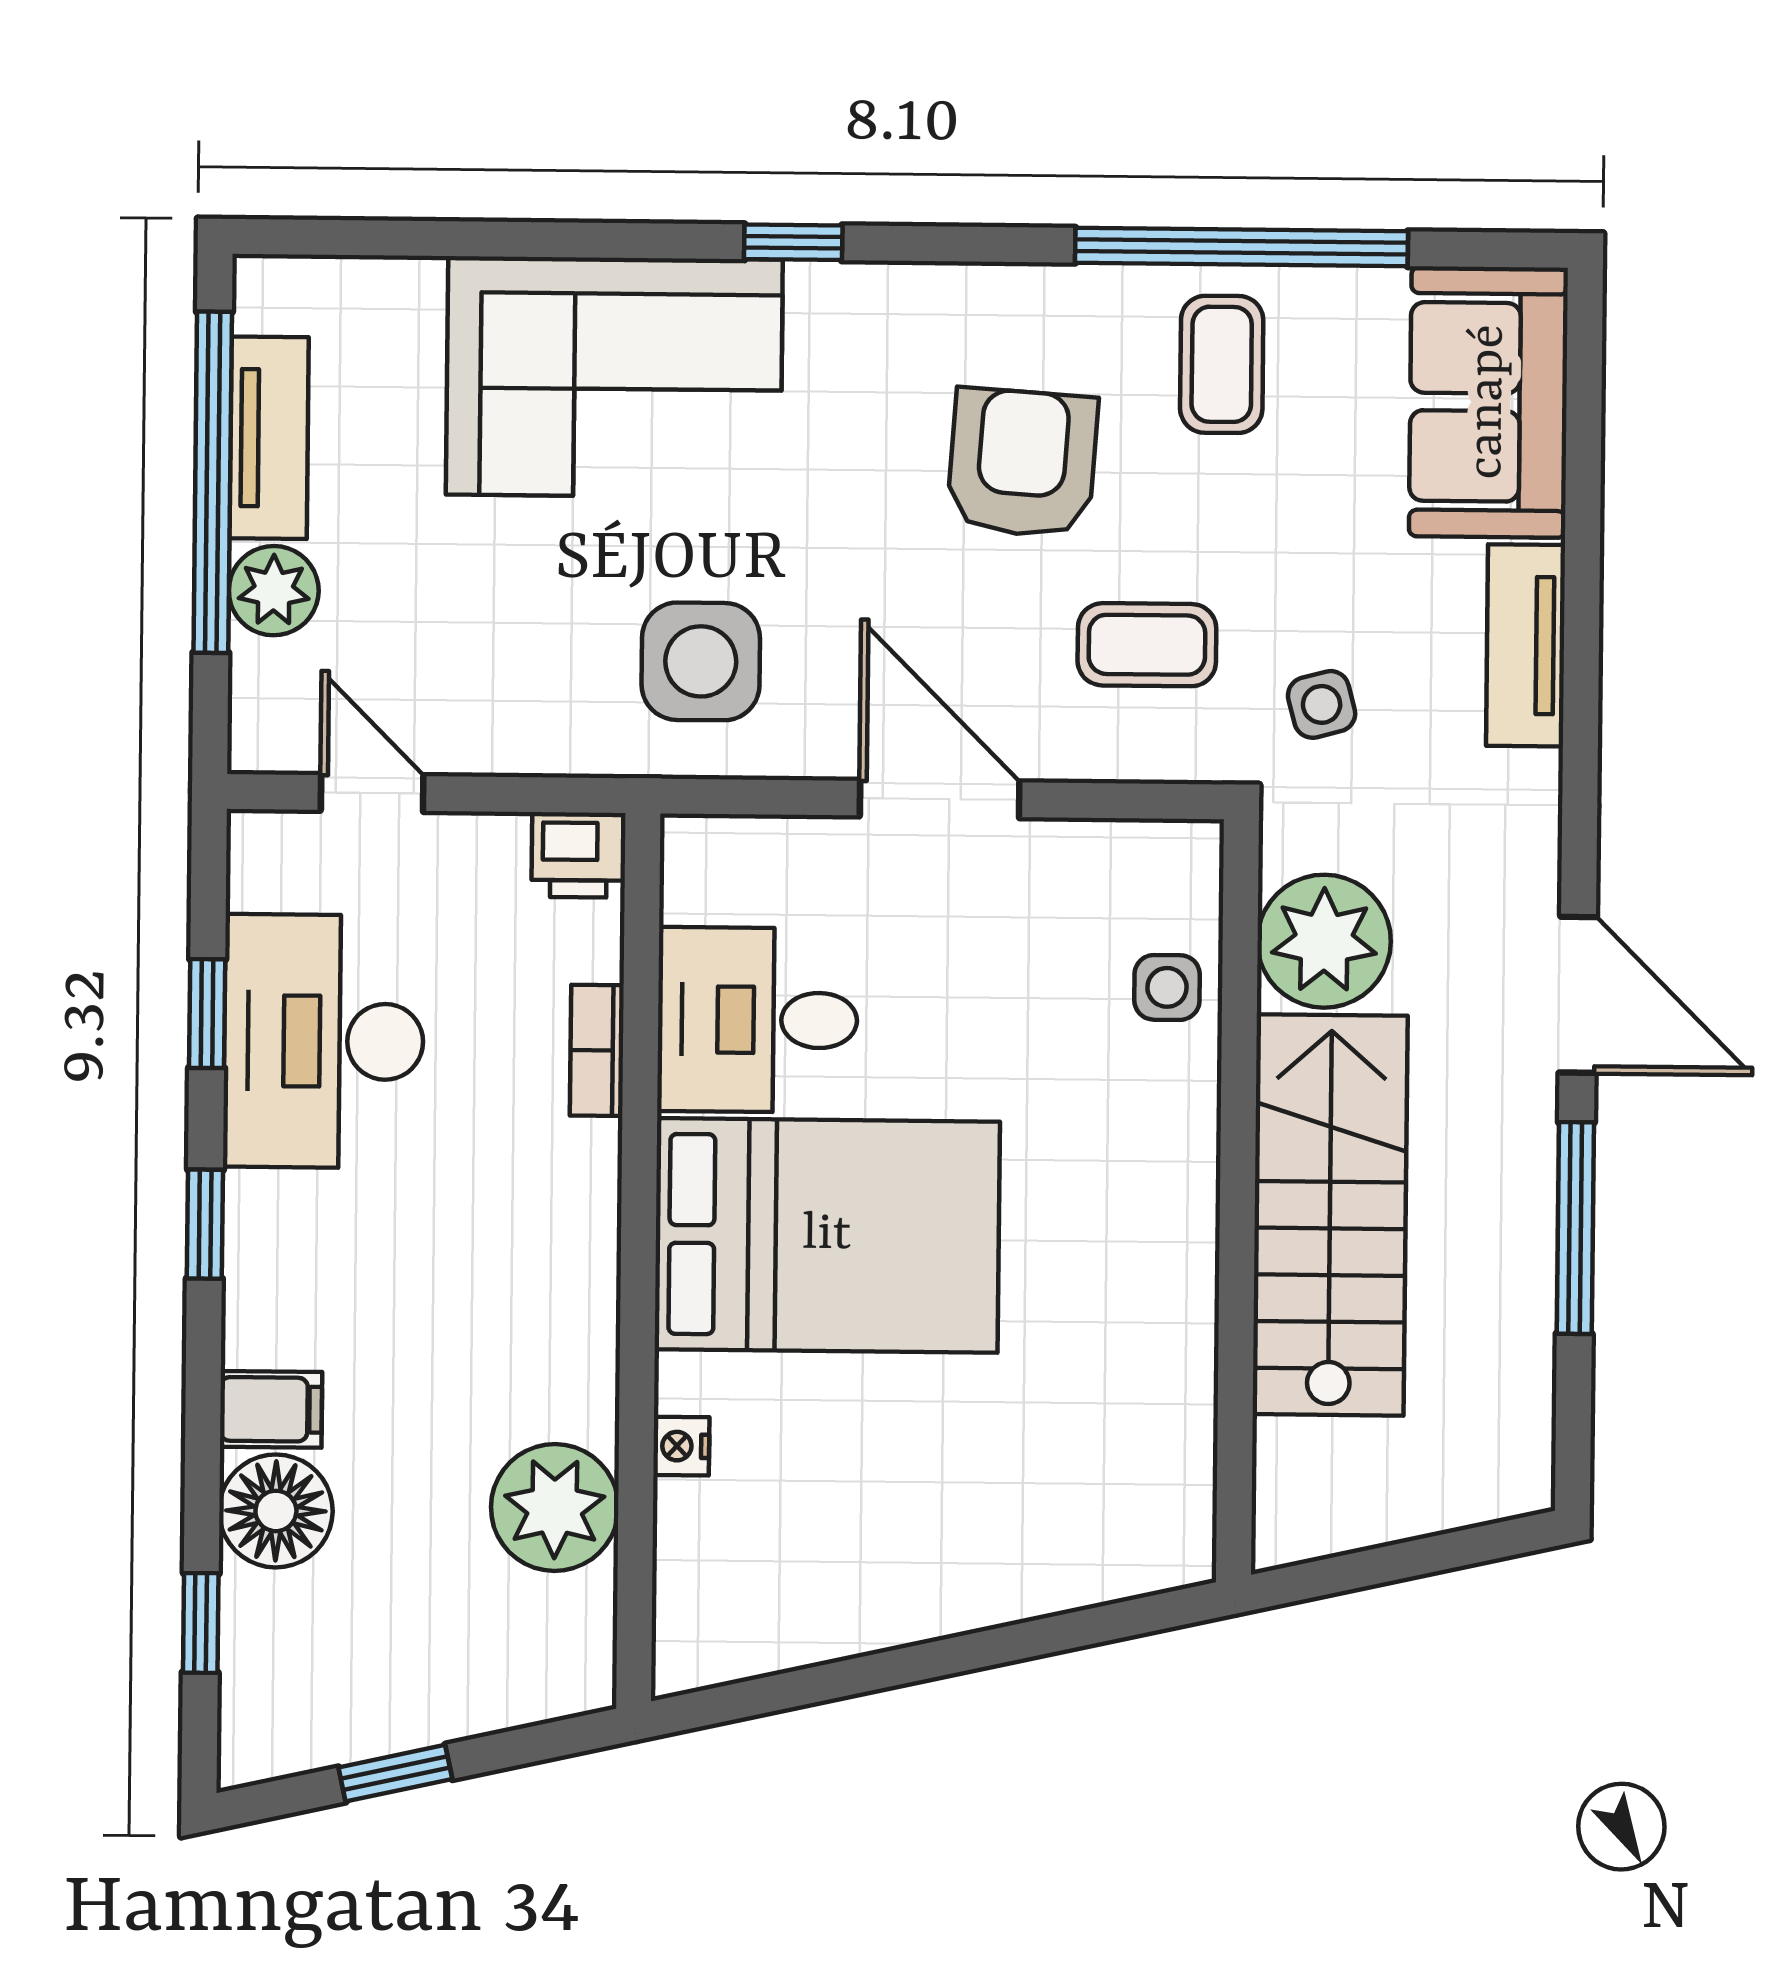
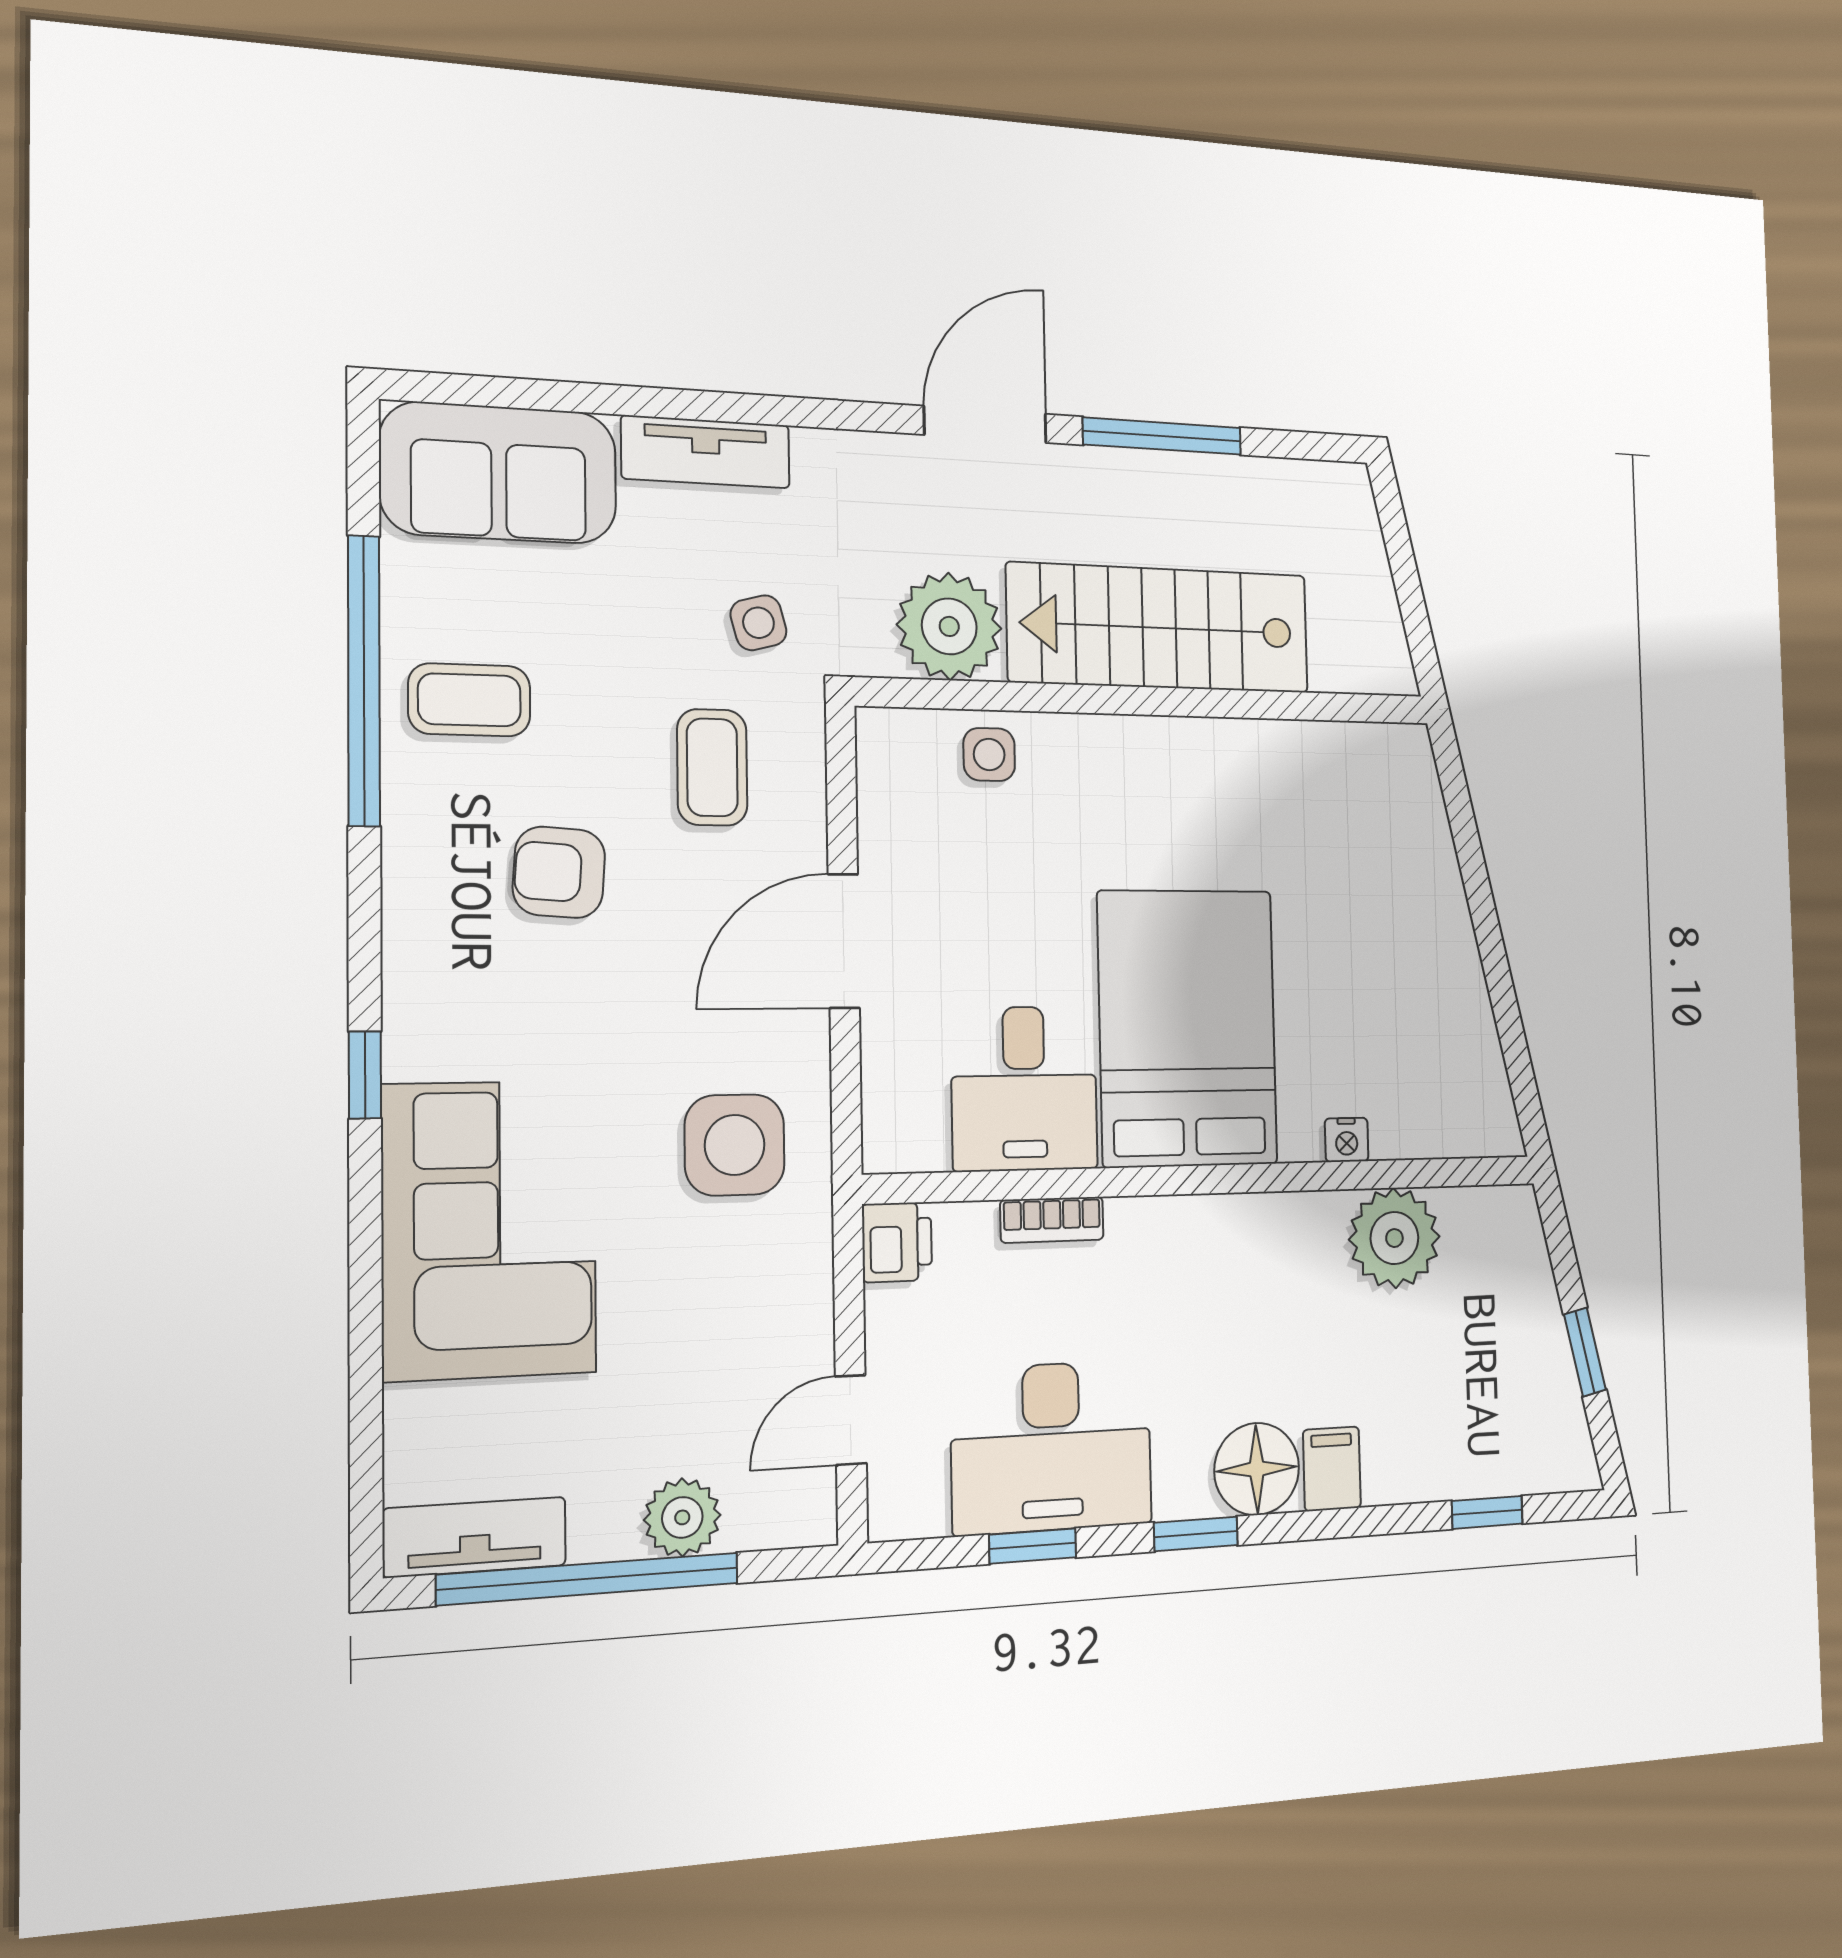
tv unit: (269, 438) -> (475, 1537), moved
armchair: (1022, 463) -> (559, 872), width x0.72, depth x0.72
floor lamp: (276, 1511) -> (1257, 1469), moved

